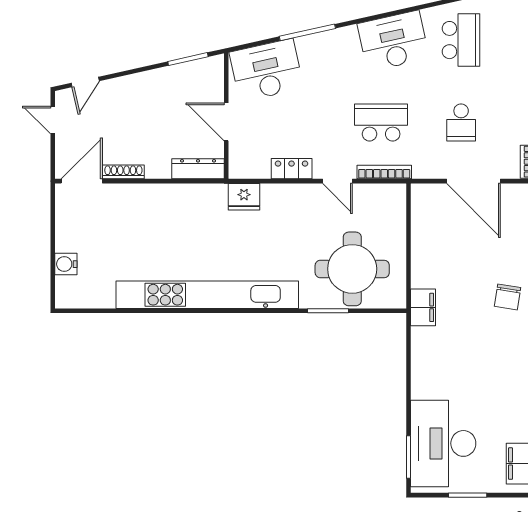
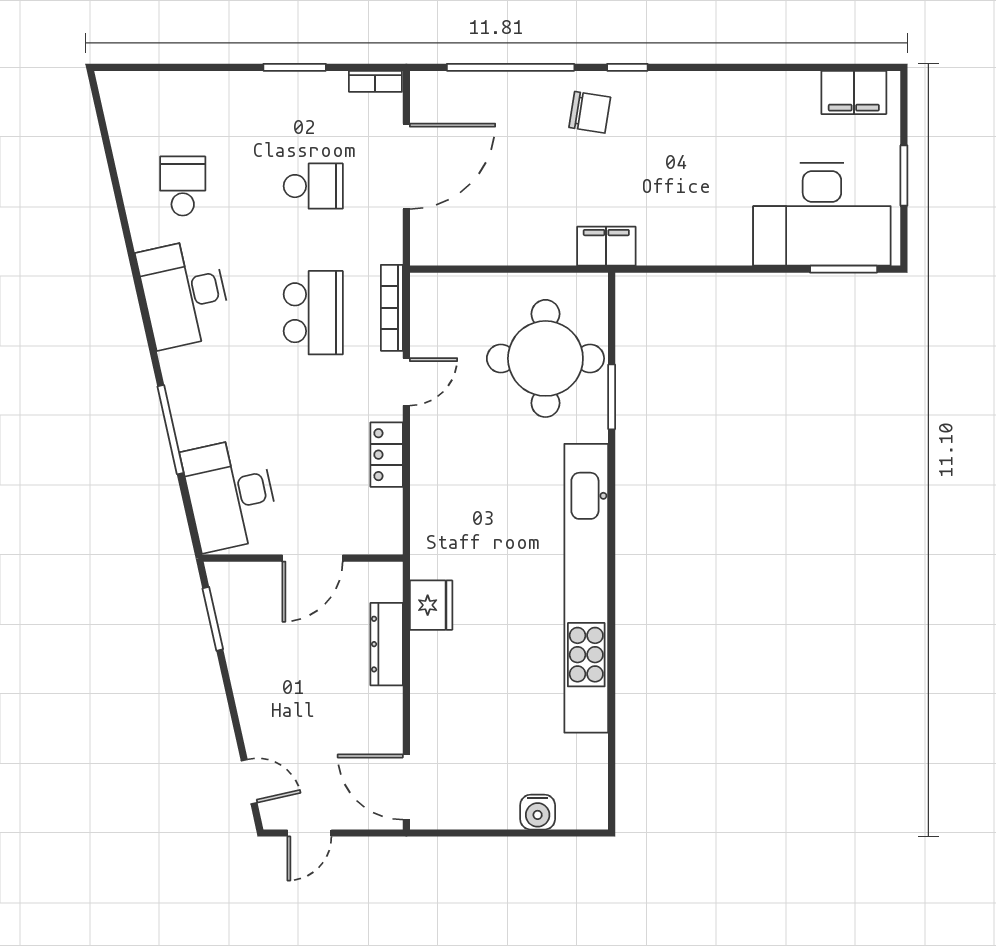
school desk: (461, 40) -> (183, 186), width x0.54
school desk: (381, 122) -> (313, 313), turned 180
dresser: (198, 169) -> (387, 644), moved
shoe rack: (123, 172) -> (392, 721), removed
fridge: (244, 197) -> (431, 605), moved

